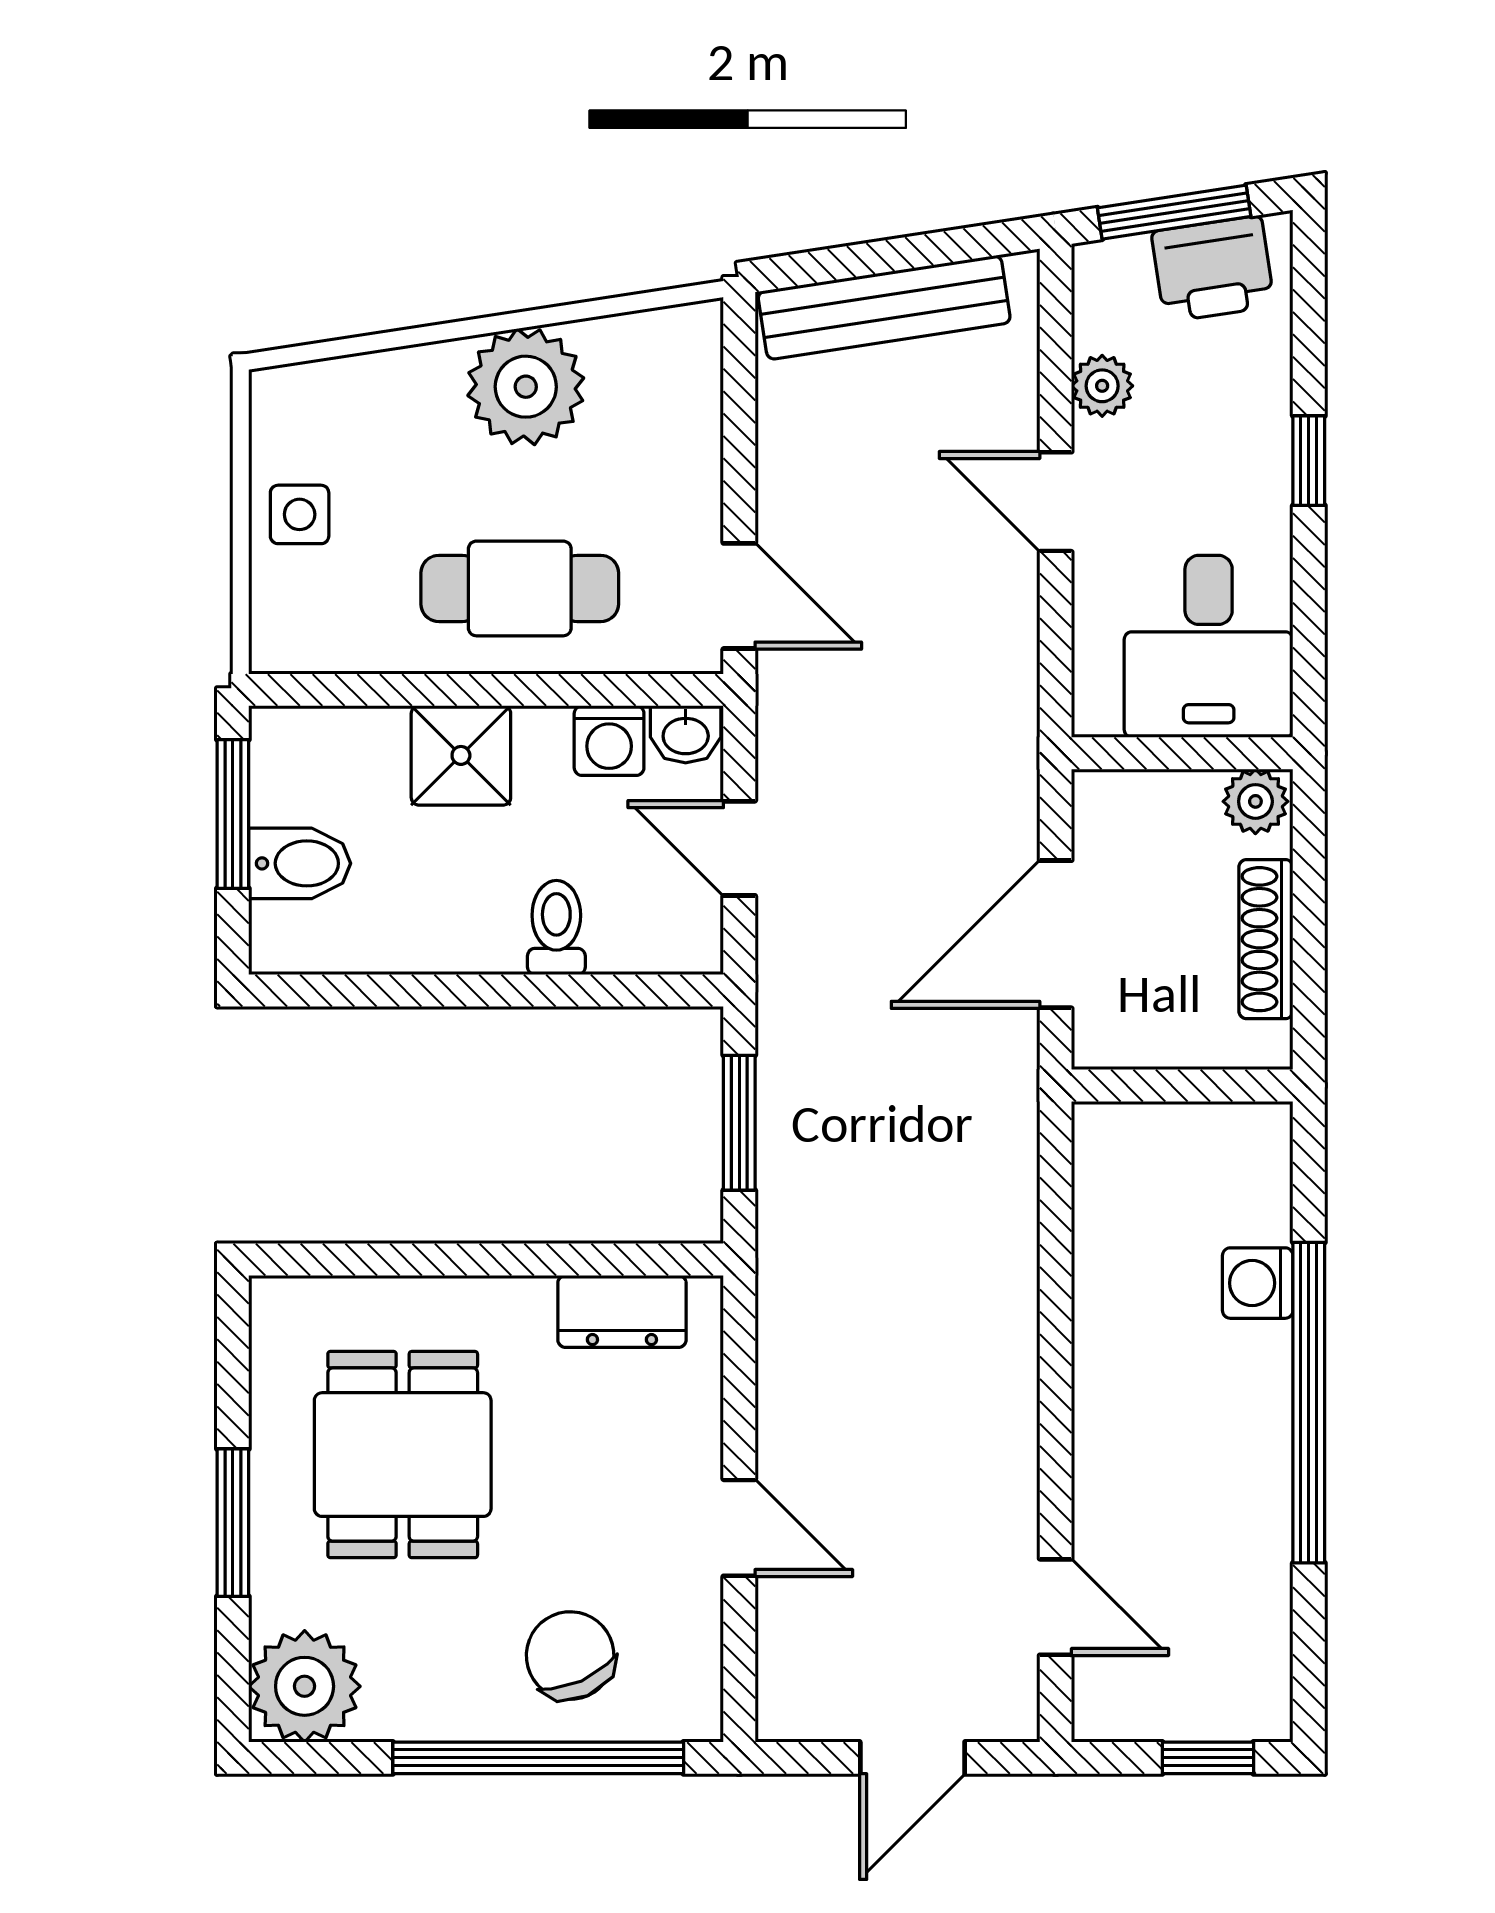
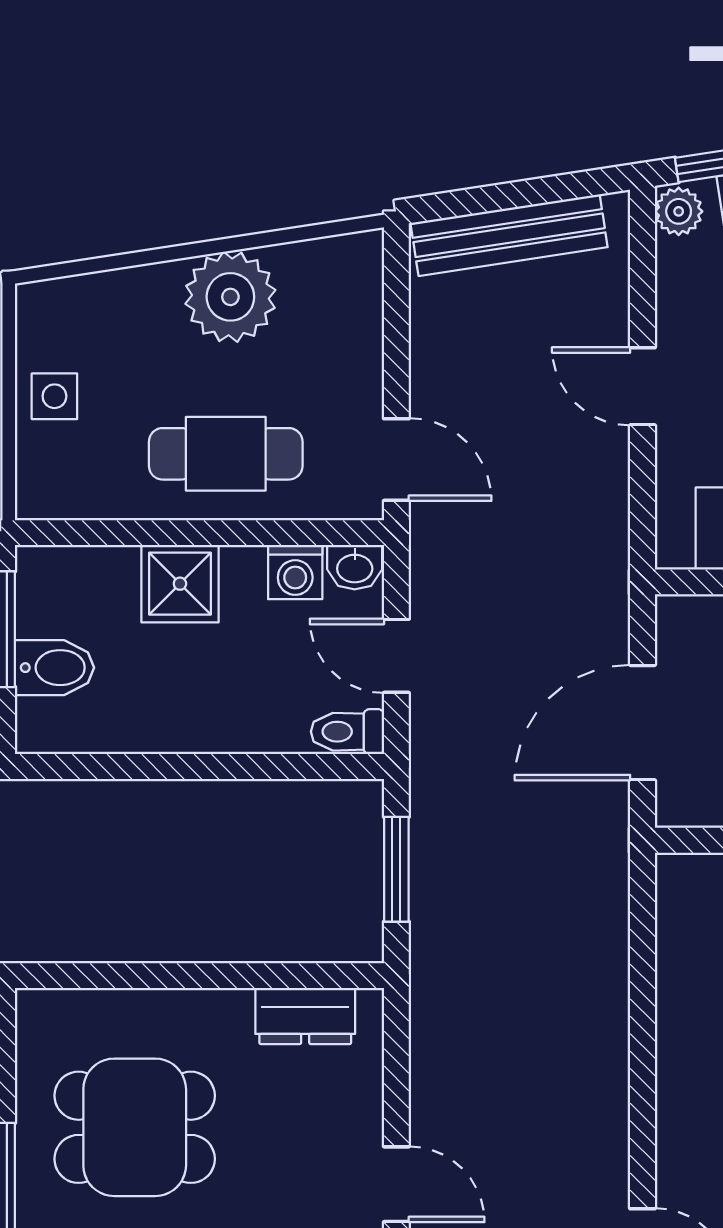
plant: (1102, 386) -> (679, 211), moved
toilet: (556, 928) -> (347, 732), moved, turned -90
dining table: (403, 1455) -> (135, 1127), turned 90

